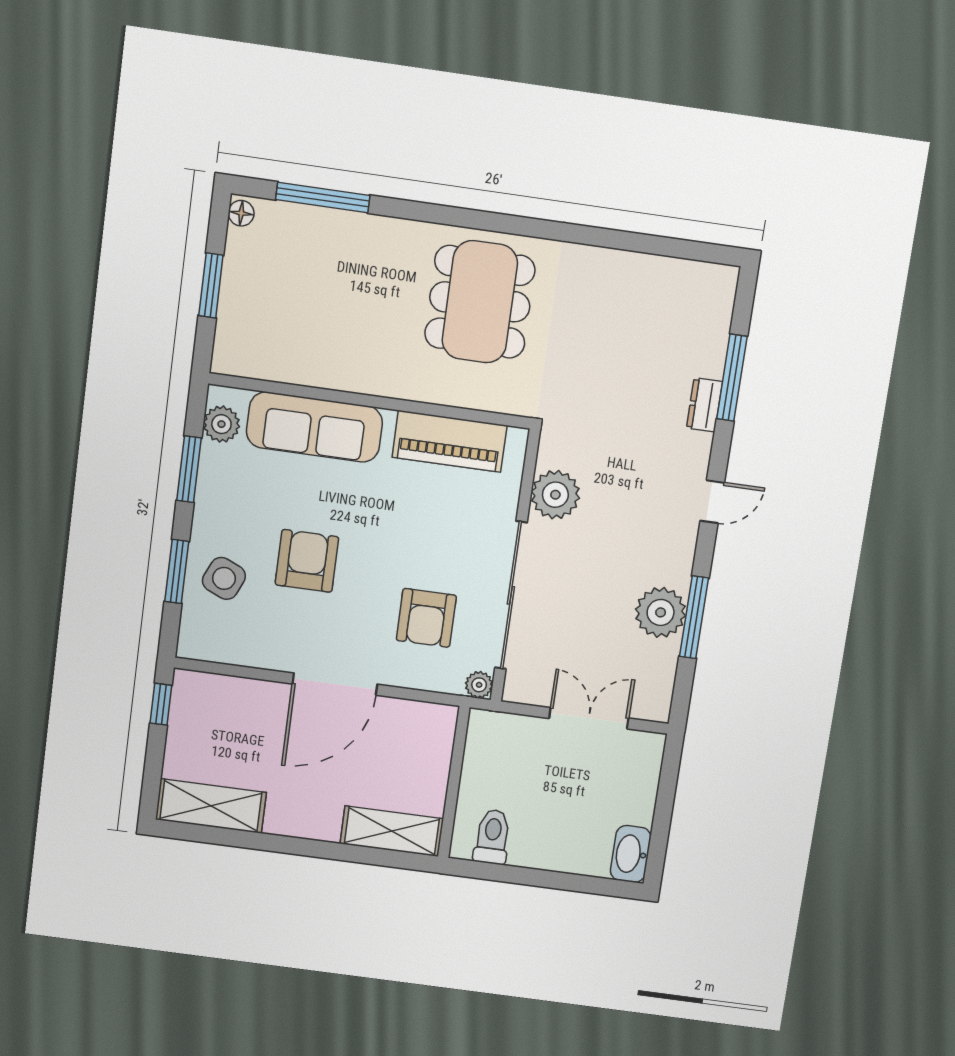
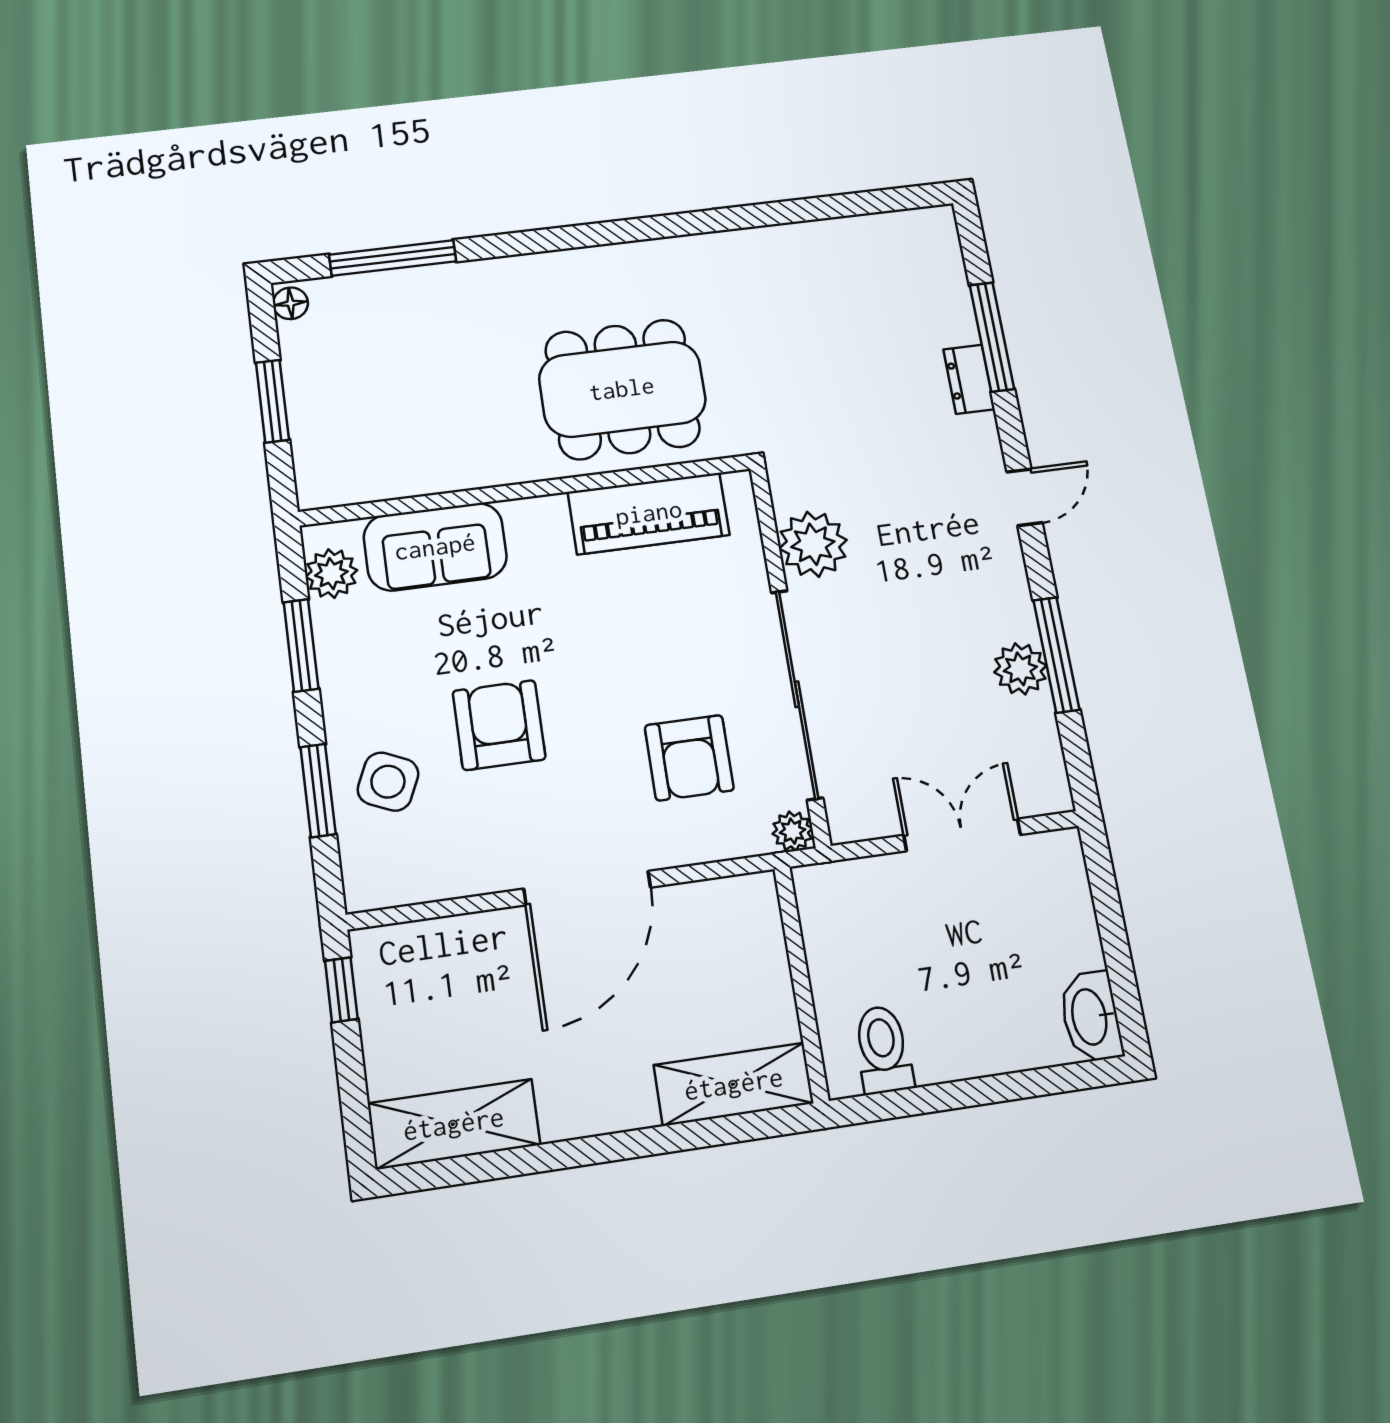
dining table: (480, 302) -> (622, 389), moved, turned 90
sofa: (314, 427) -> (435, 547), width x0.73
plant: (661, 612) -> (1020, 669), width x0.73, depth x0.73

